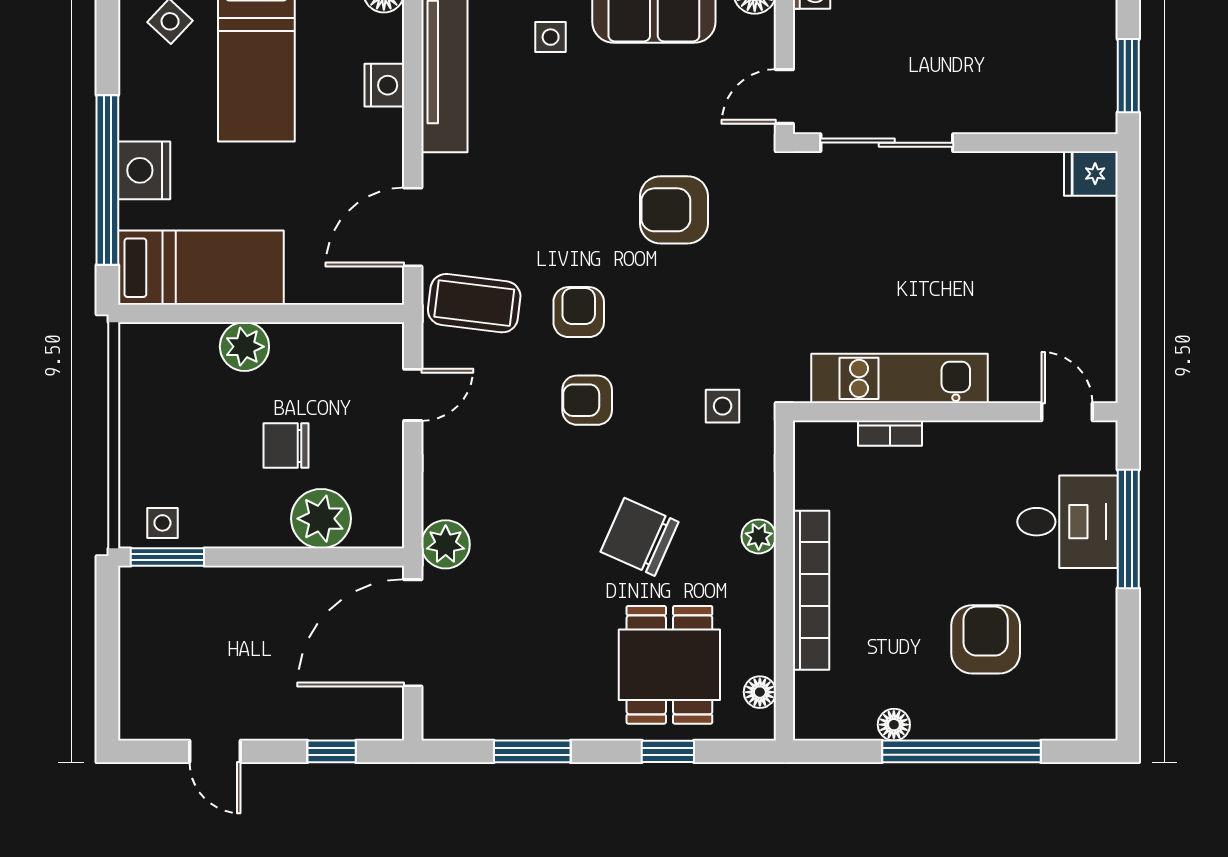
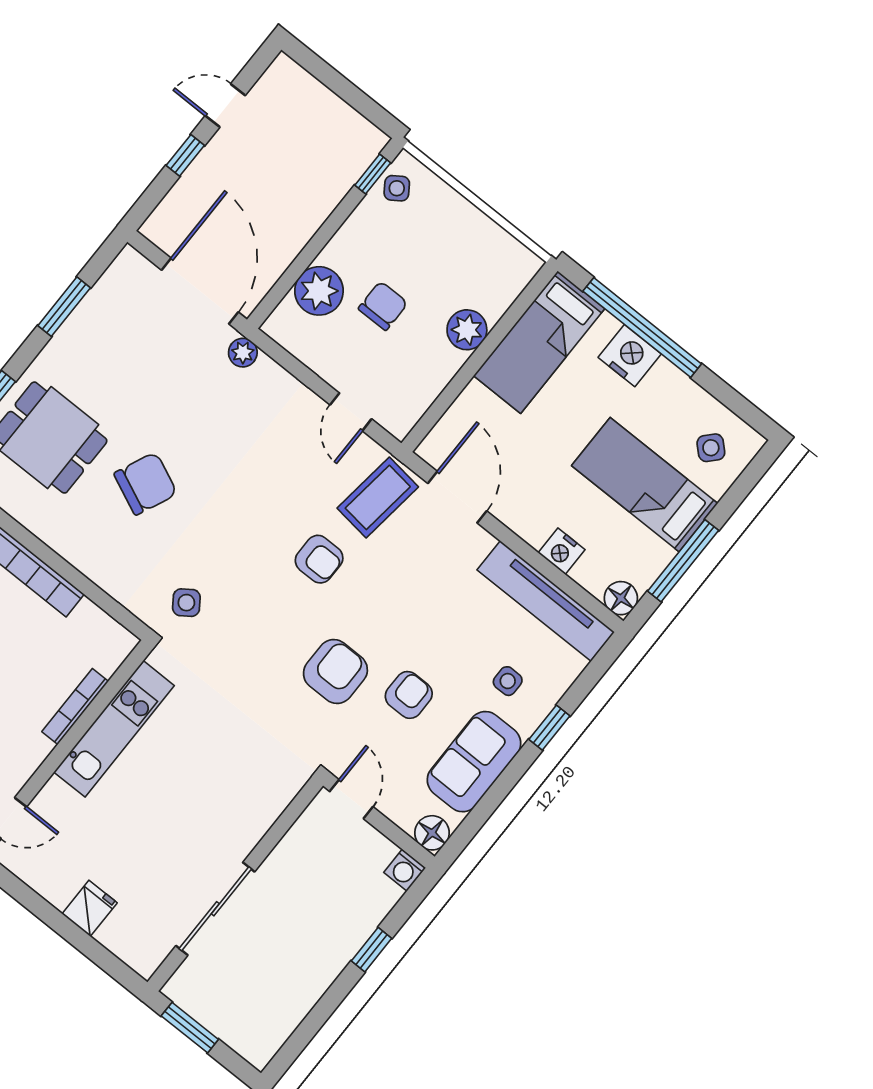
sliding door: (887, 143) -> (215, 909), moved
fridge: (1091, 174) -> (90, 908), moved
armchair: (587, 400) -> (409, 695), moved
side table: (723, 406) -> (186, 603), turned -35
bookcase: (890, 433) -> (75, 706), width x1.56
side table: (162, 523) -> (397, 188), turned -34
plant: (759, 536) -> (85, 559), removed
plant: (446, 544) -> (243, 353), width x0.73, depth x0.73
window: (167, 557) -> (373, 174), width x0.67
window: (332, 751) -> (185, 155), moved

